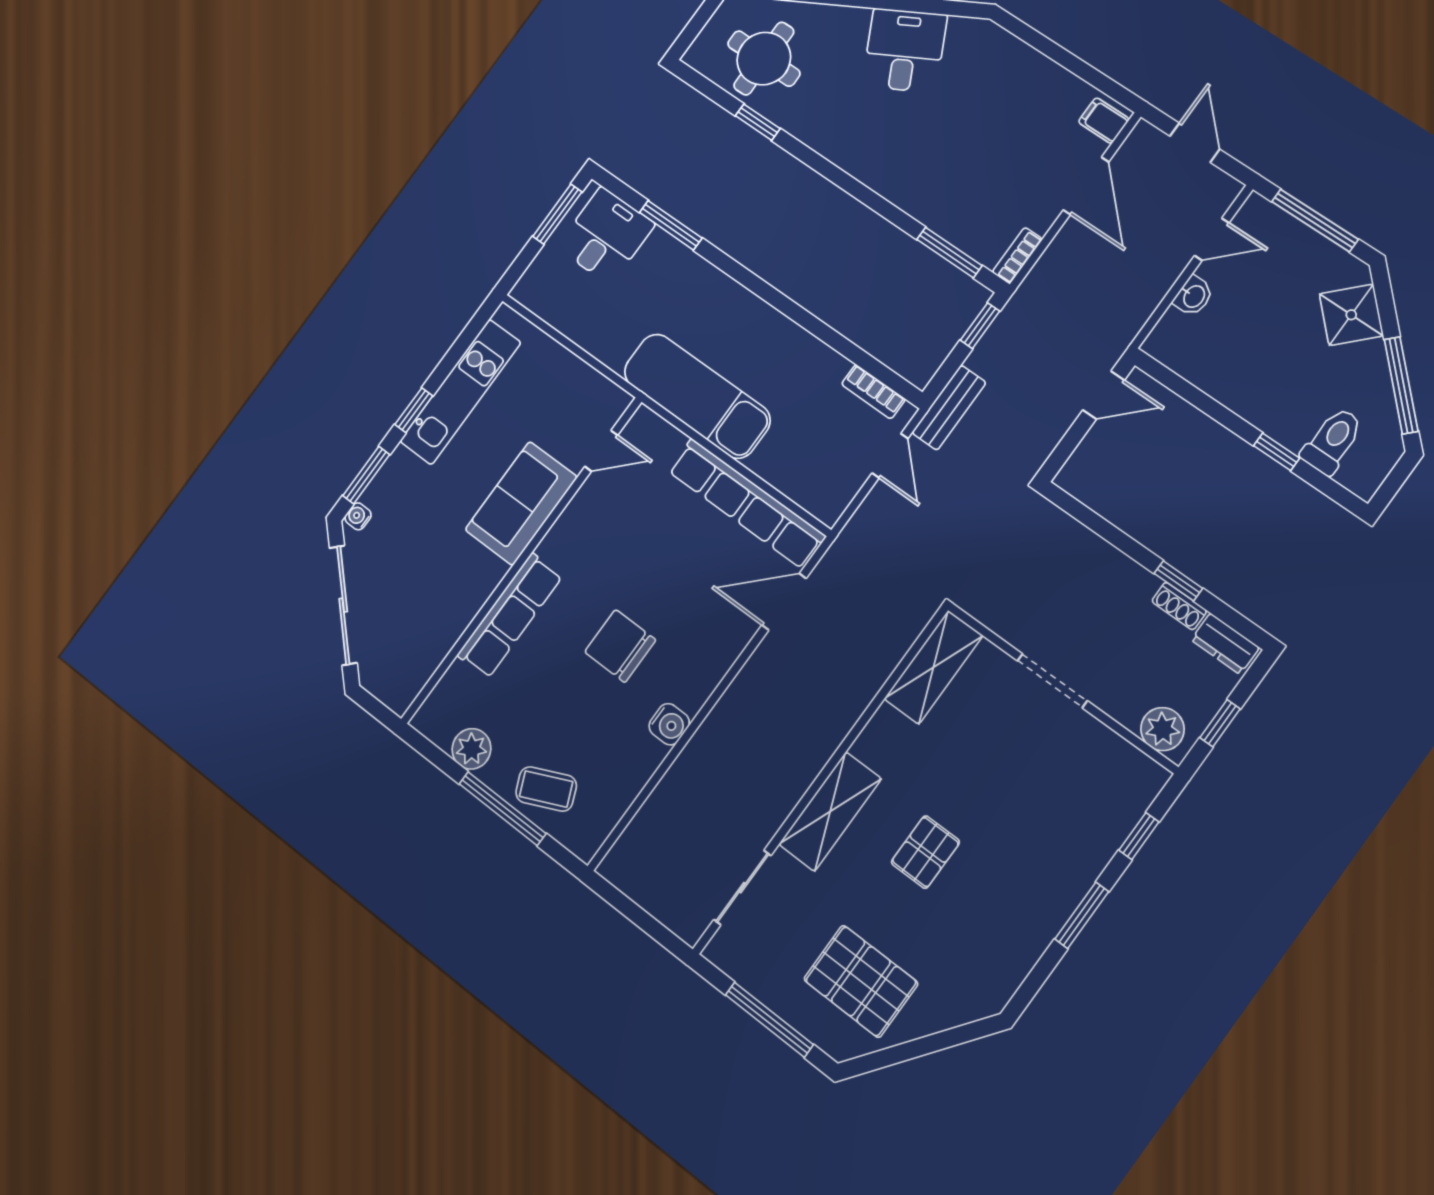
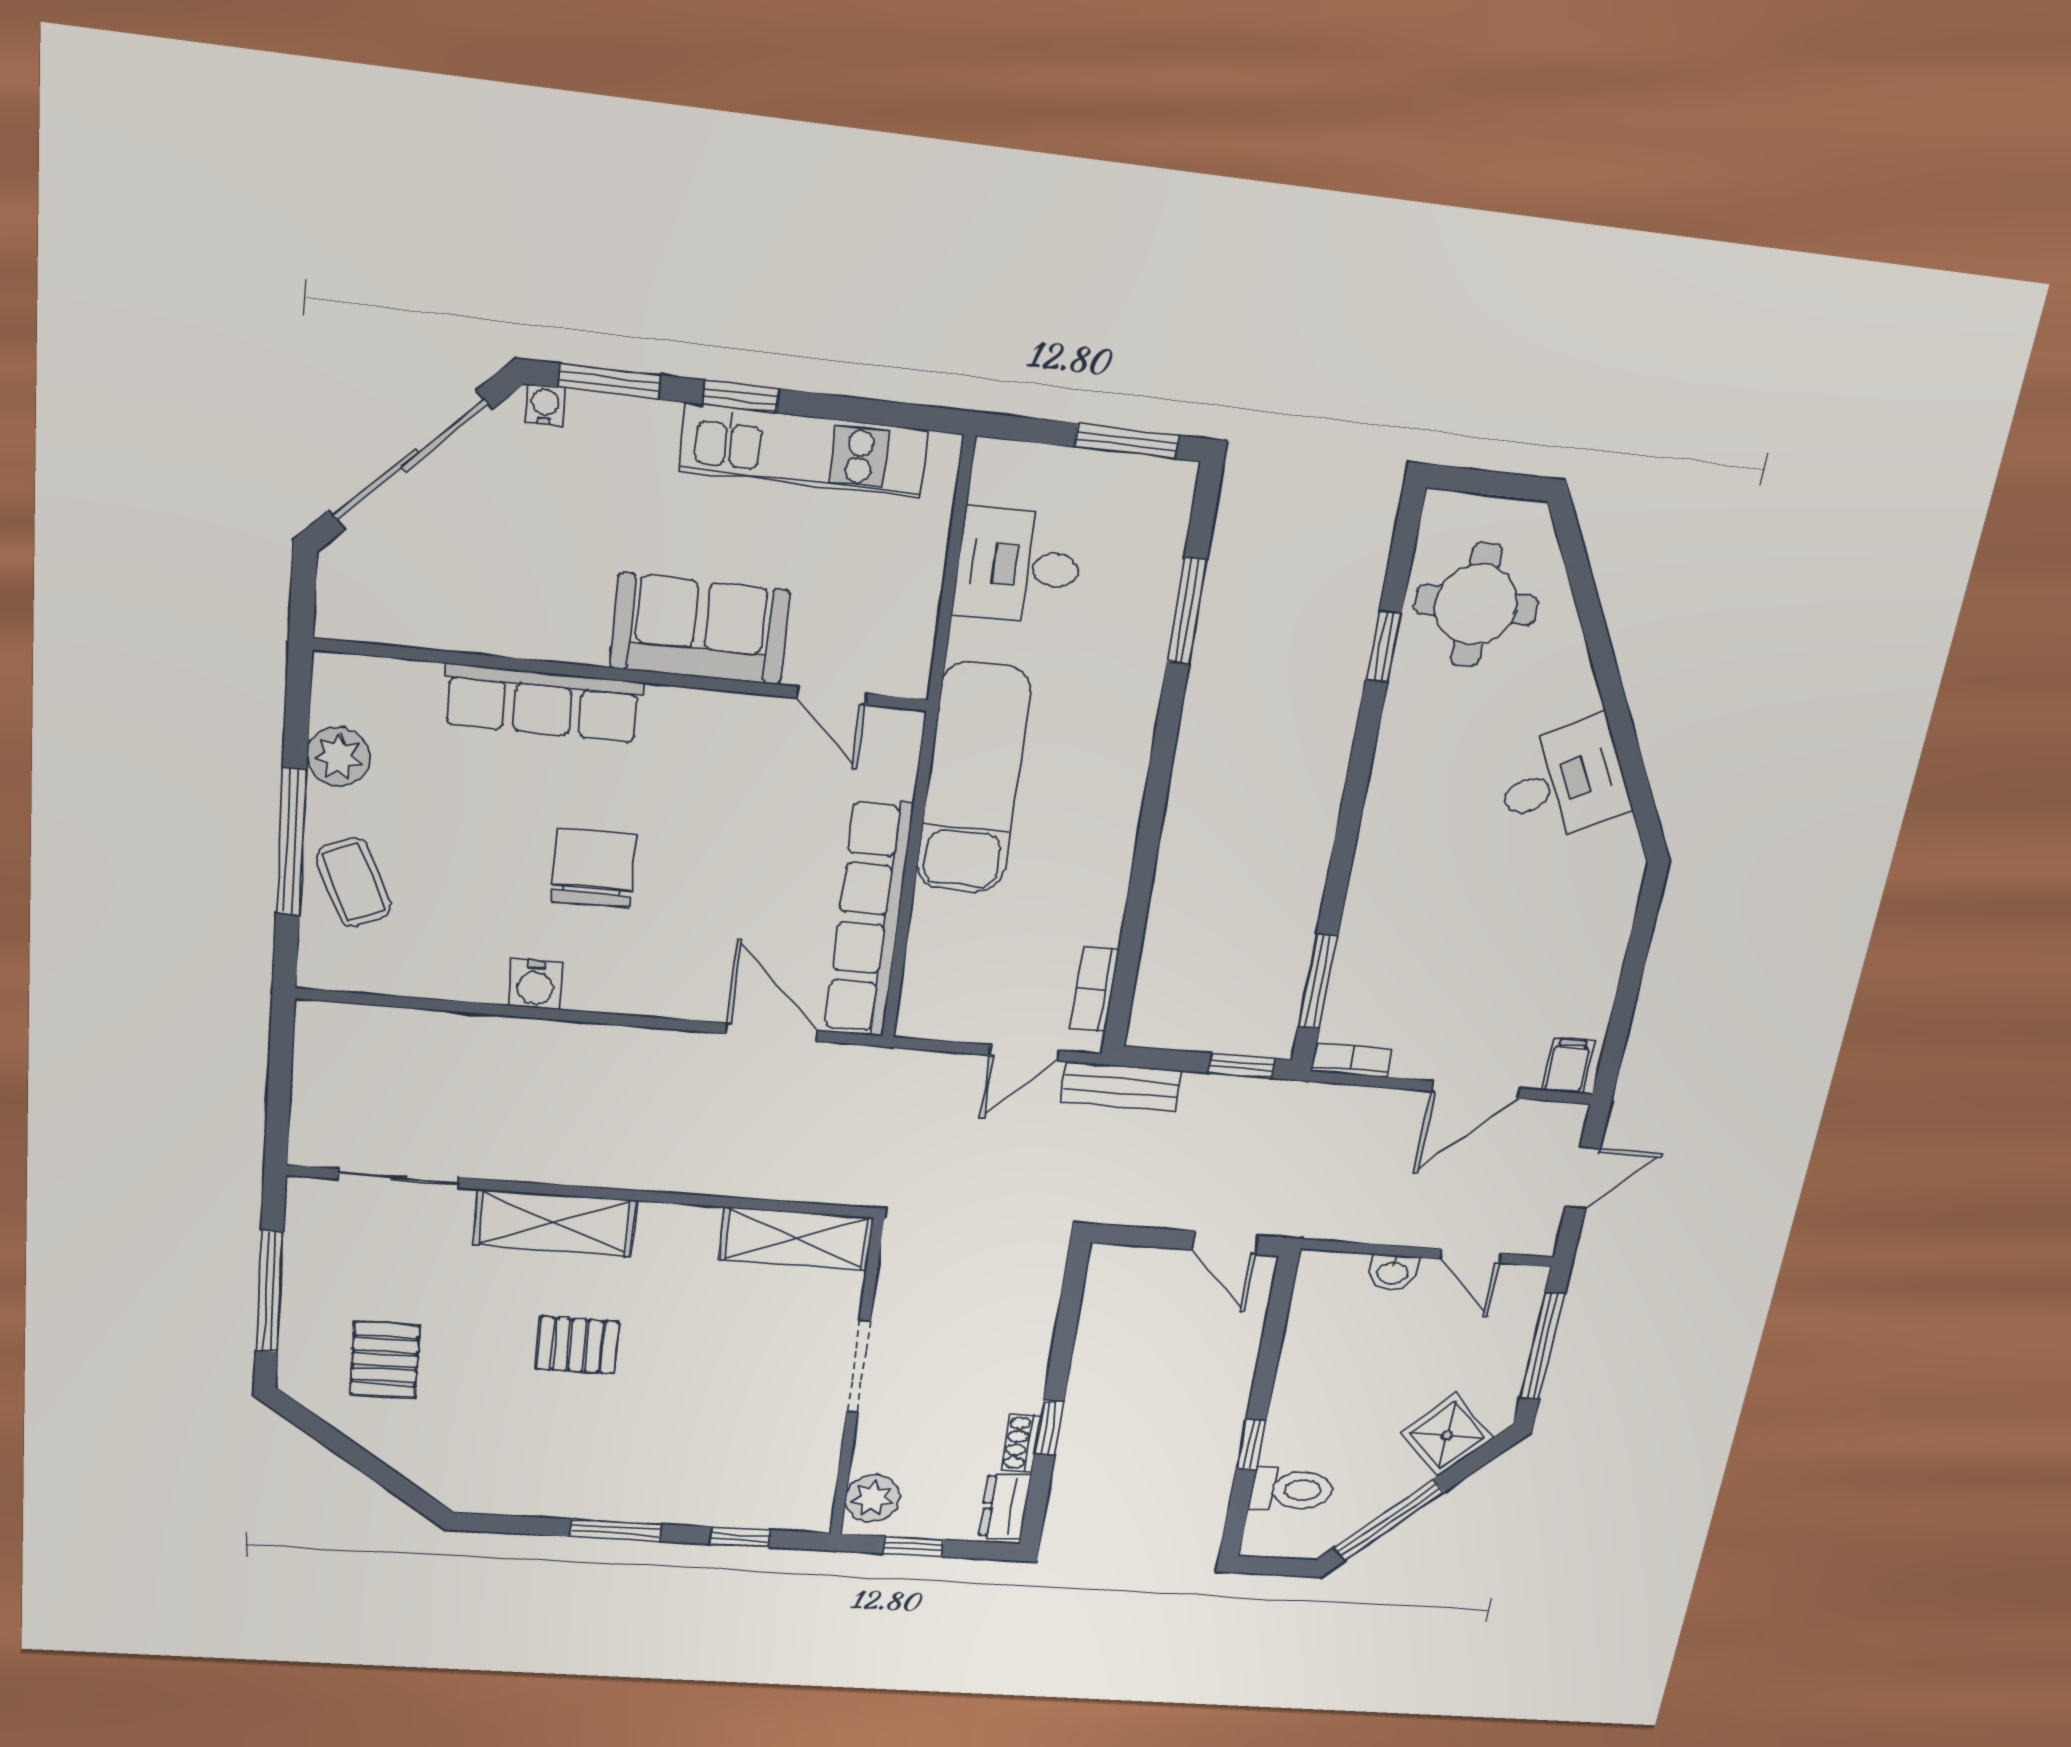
desk: (606, 236) -> (1018, 566), moved, turned 180
pallet: (861, 981) -> (385, 1360), width x0.67, depth x0.71

